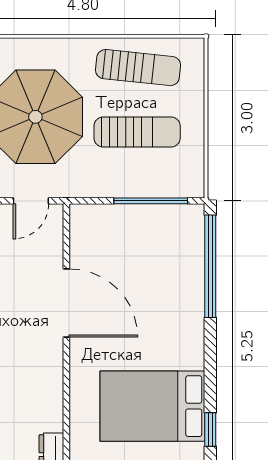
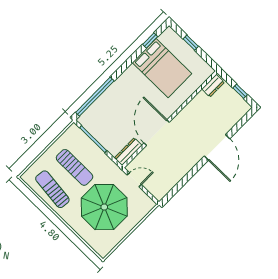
sun lounger: (137, 132) -> (75, 167), turned 180
dresser: (81, 233) -> (128, 152), added

